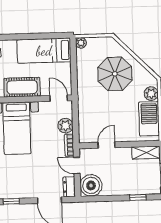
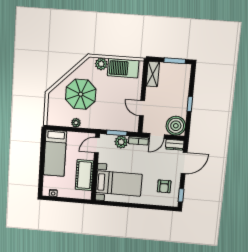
plant: (81, 43) -> (76, 123), moved
window: (75, 119) -> (117, 133), added
armchair: (20, 181) -> (164, 186), added
window: (138, 197) -> (190, 104), moved

